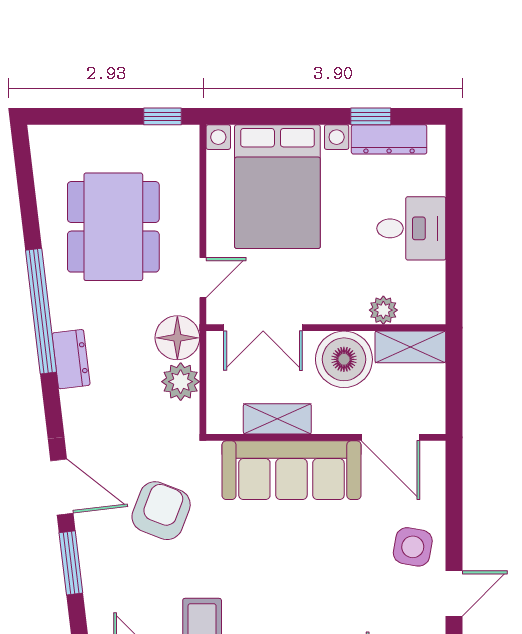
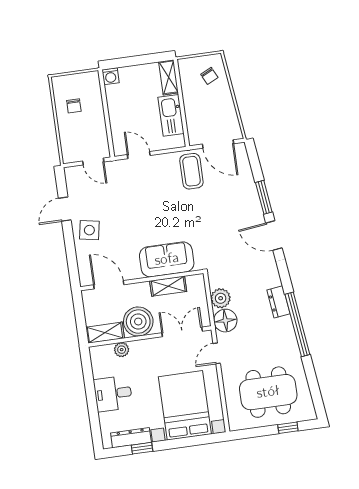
window: (162, 116) -> (288, 428), moved
dining table: (113, 227) -> (268, 392), moved, turned 90
sofa: (291, 470) -> (167, 259), width x0.73
armchair: (161, 511) -> (221, 231), removed

